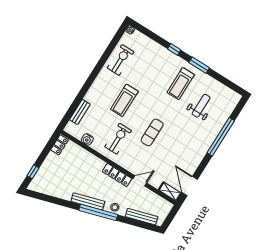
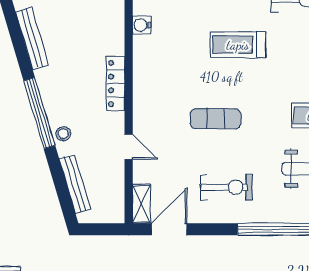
exercise bike: (118, 139) -> (226, 187), moved
locker: (117, 175) -> (116, 84), moved
bench: (88, 201) -> (32, 38), moved

